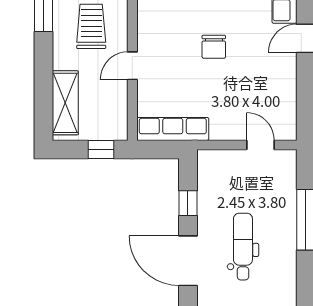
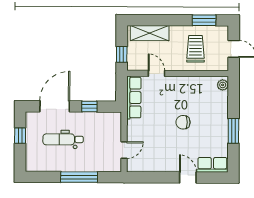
trolley: (91, 26) -> (195, 49), turned -90
door: (132, 66) -> (156, 73), moved
dental chair: (243, 247) -> (63, 139), turned 180

